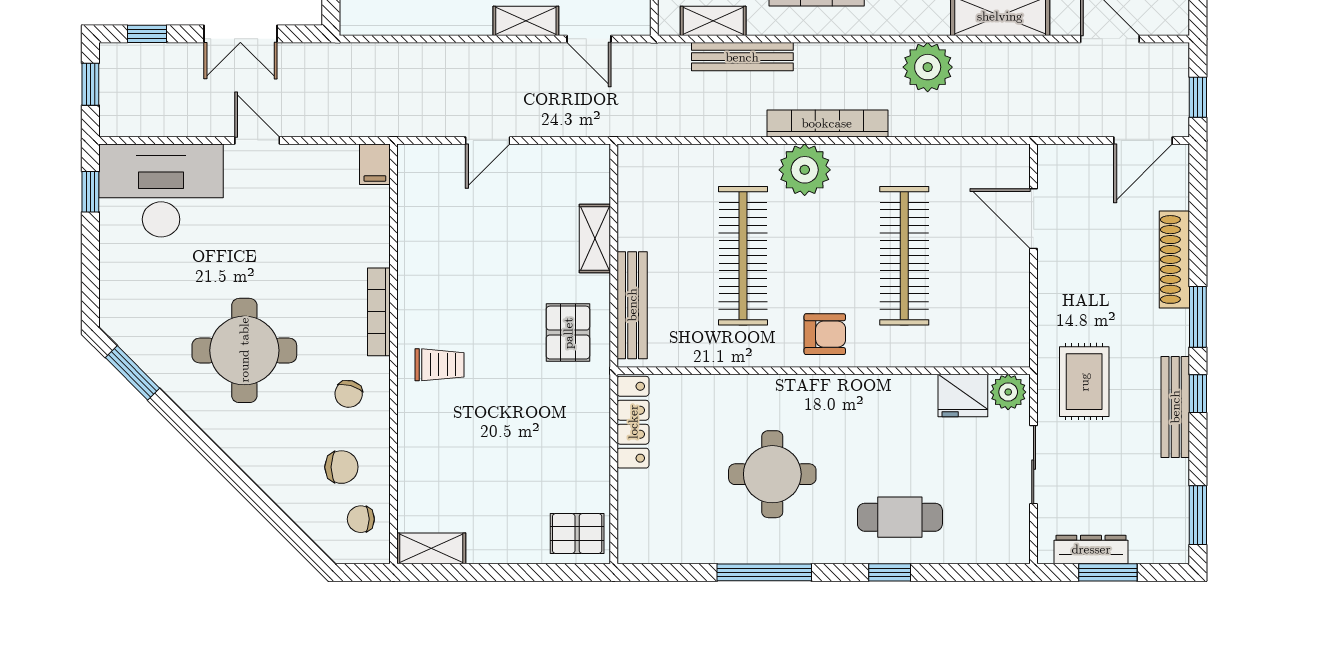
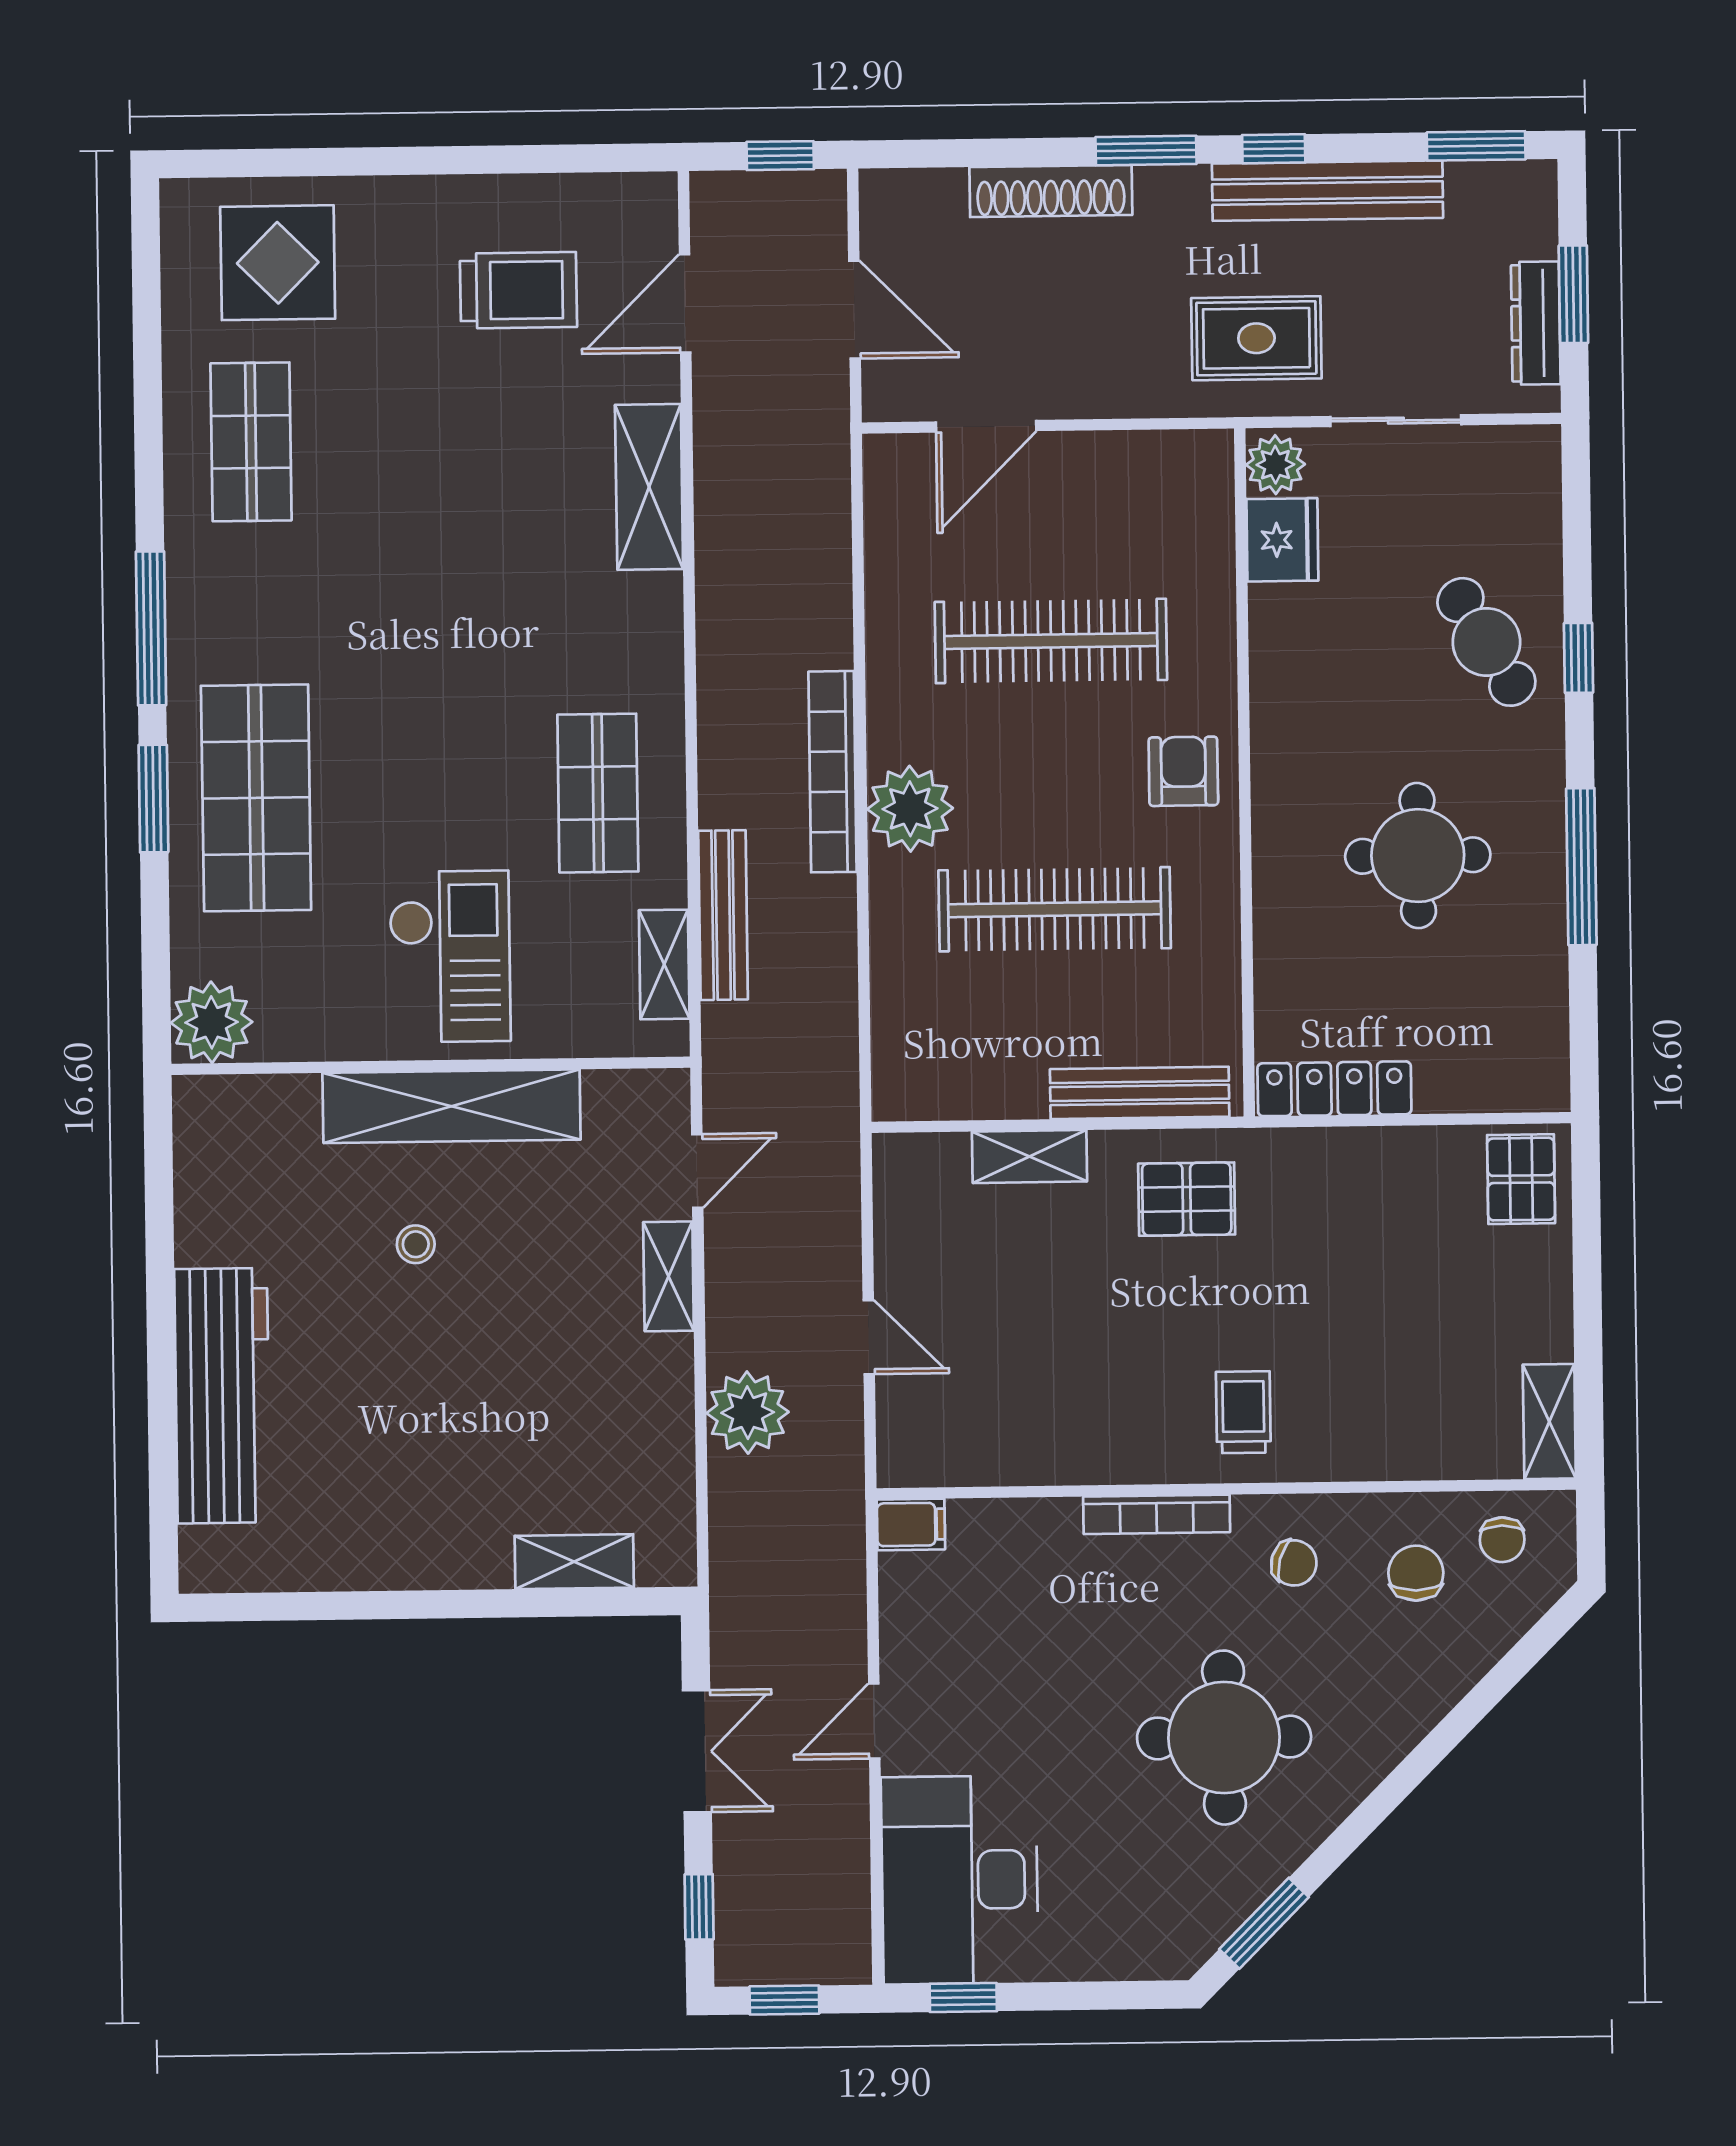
plant: (928, 67) -> (748, 1413), moved
door: (1143, 141) -> (854, 310), moved
bench: (1175, 407) -> (1328, 191), width x1.37, depth x1.21
cafe table: (900, 517) -> (1486, 642), turned -31

